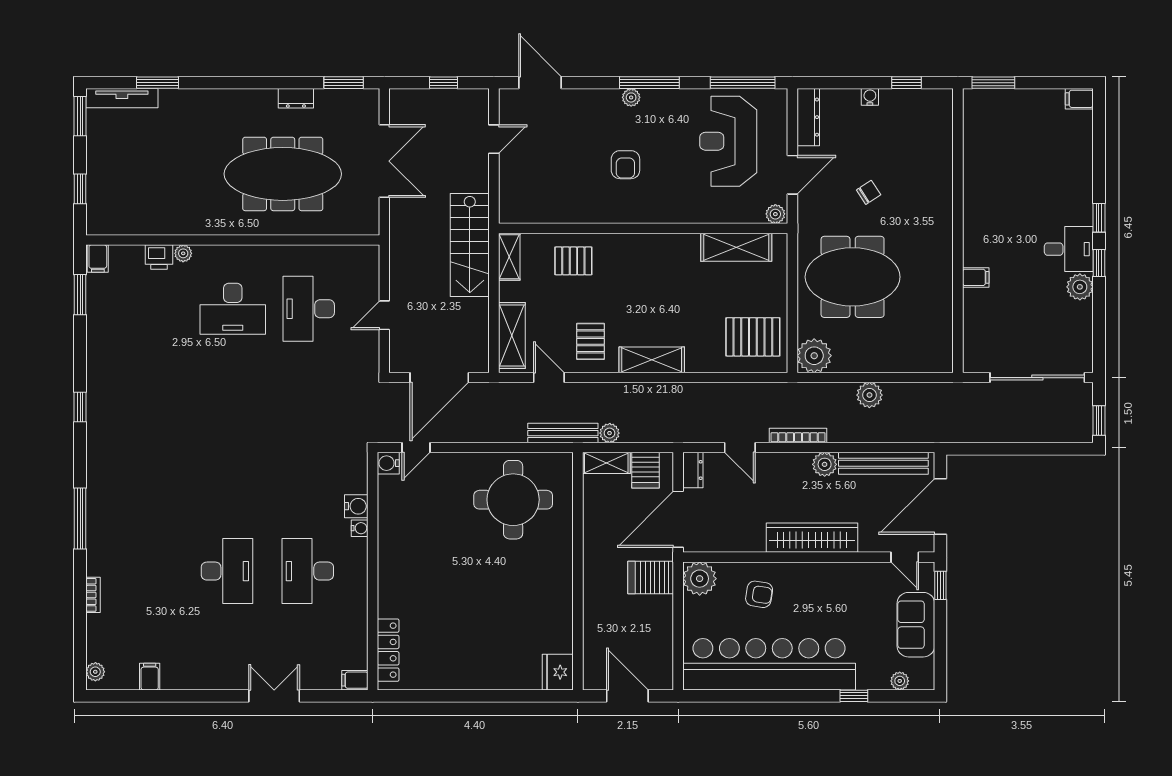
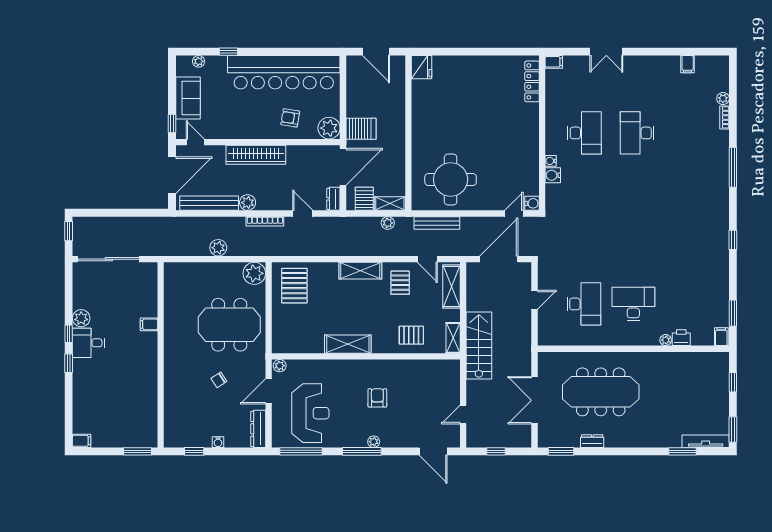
shelving: (736, 247) -> (348, 344), moved
pallet: (753, 337) -> (294, 286), turned 90
bench: (563, 433) -> (437, 223), moved
plant: (95, 672) -> (723, 98), moved

